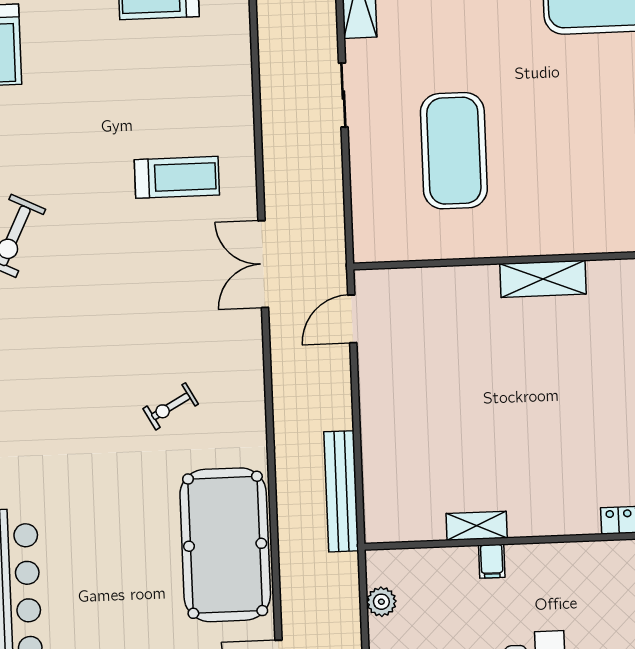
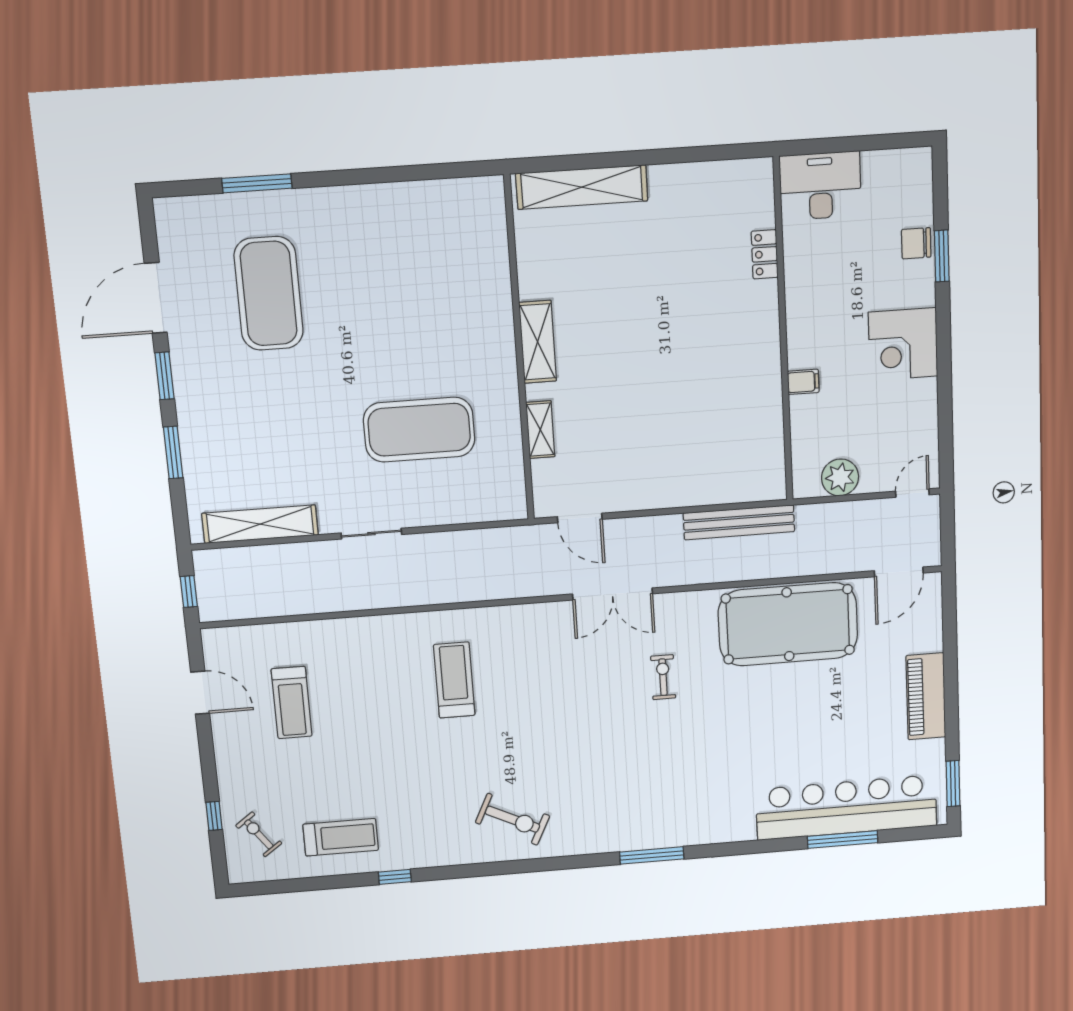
double door: (263, 264) -> (613, 594), moved
exercise bike: (171, 406) -> (663, 677), turned -151
shelving: (477, 526) -> (540, 430), moved
plant: (381, 602) -> (840, 477), width x1.36, depth x1.36

